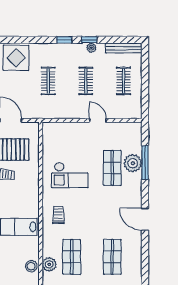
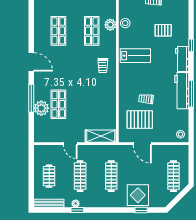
window: (64, 40) -> (141, 210), moved
clothes rail: (48, 81) -> (111, 176), width x1.36
clothes rail: (86, 81) -> (80, 176), width x1.36
shelving: (61, 129) -> (101, 136), added
window: (145, 162) -> (31, 98), moved
checkout: (70, 175) -> (93, 98), removed

